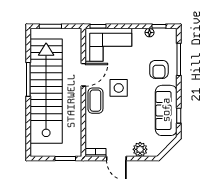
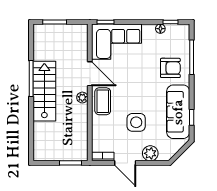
armchair: (159, 69) -> (170, 68), turned -90
door: (83, 75) -> (90, 74), hinge flipped
side table: (119, 88) -> (136, 122), moved
stairs: (46, 91) -> (44, 91), width x0.54, depth x0.66
plant: (76, 97) -> (82, 98), added

